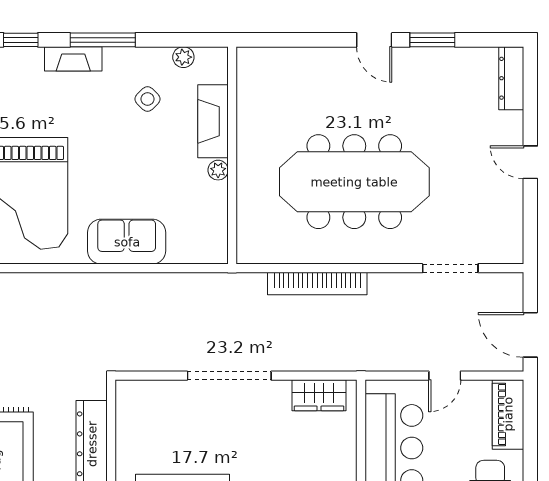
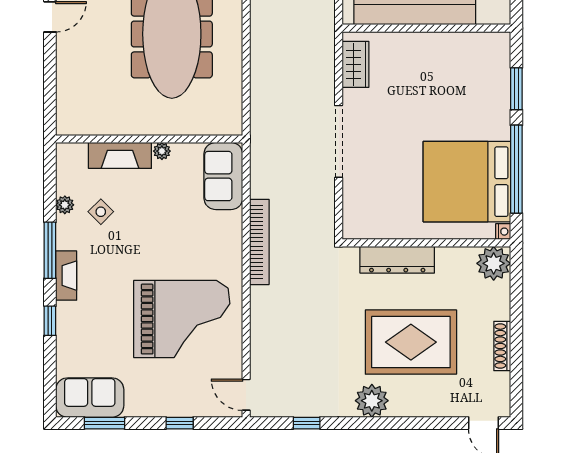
plant: (183, 57) -> (65, 205), moved
sofa: (127, 242) -> (223, 176), moved
bookcase: (317, 283) -> (259, 242), moved

